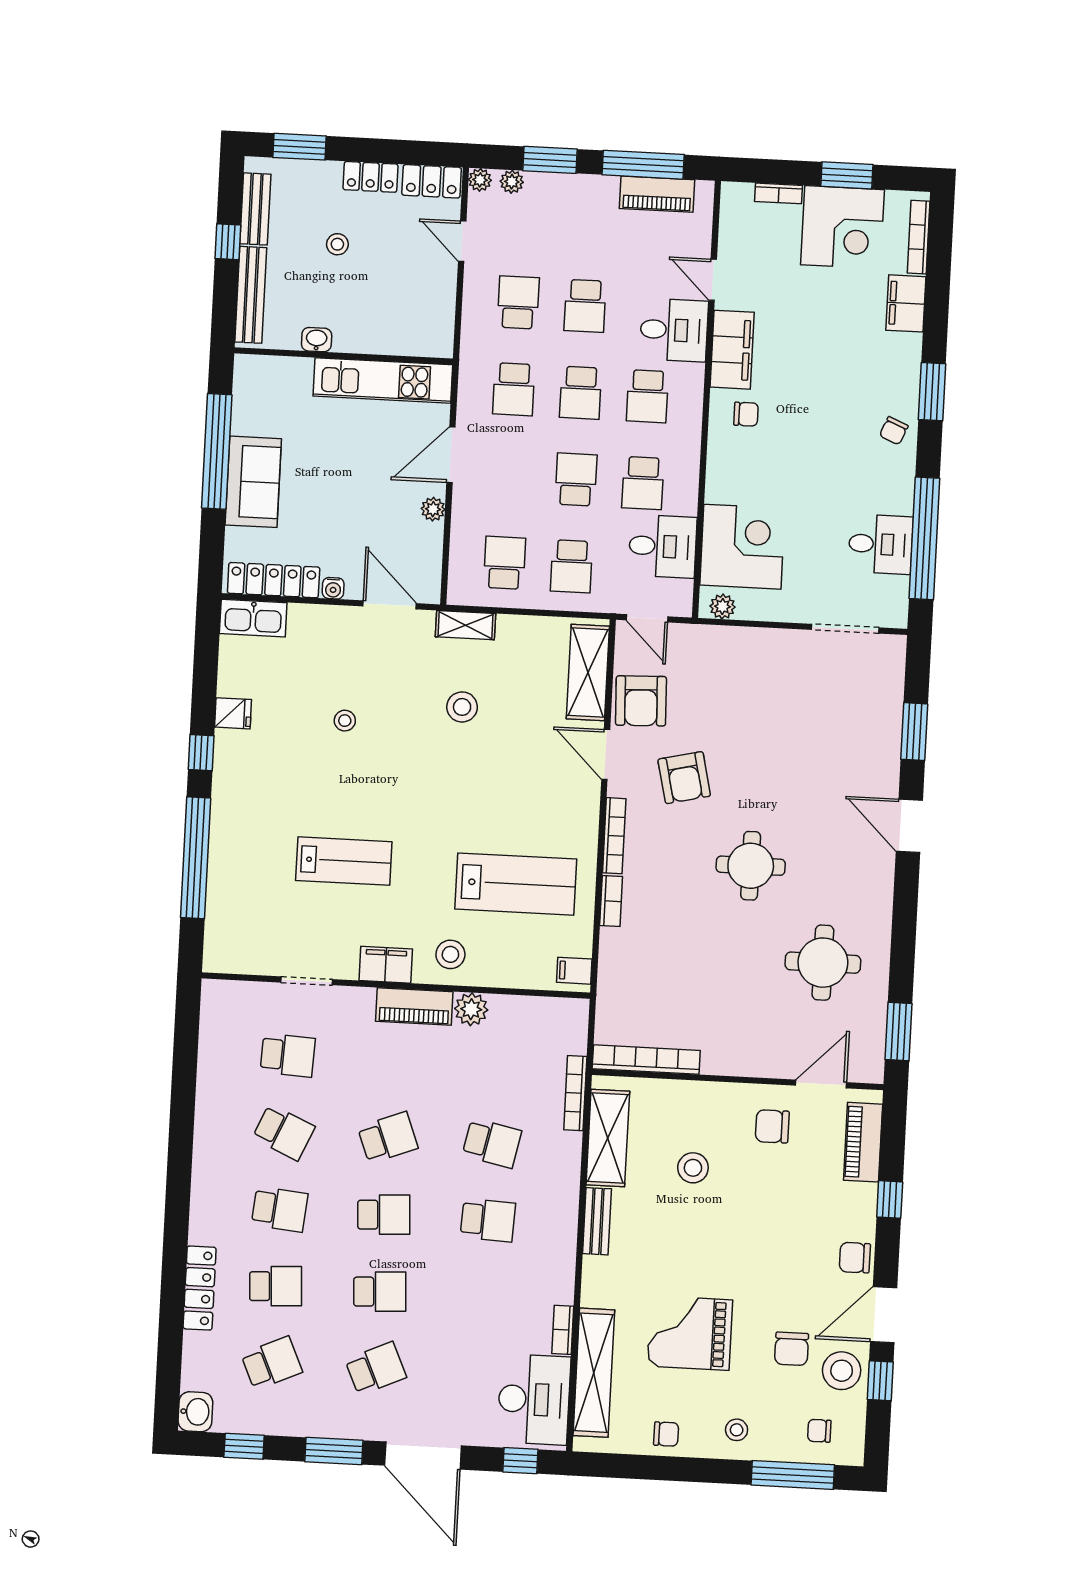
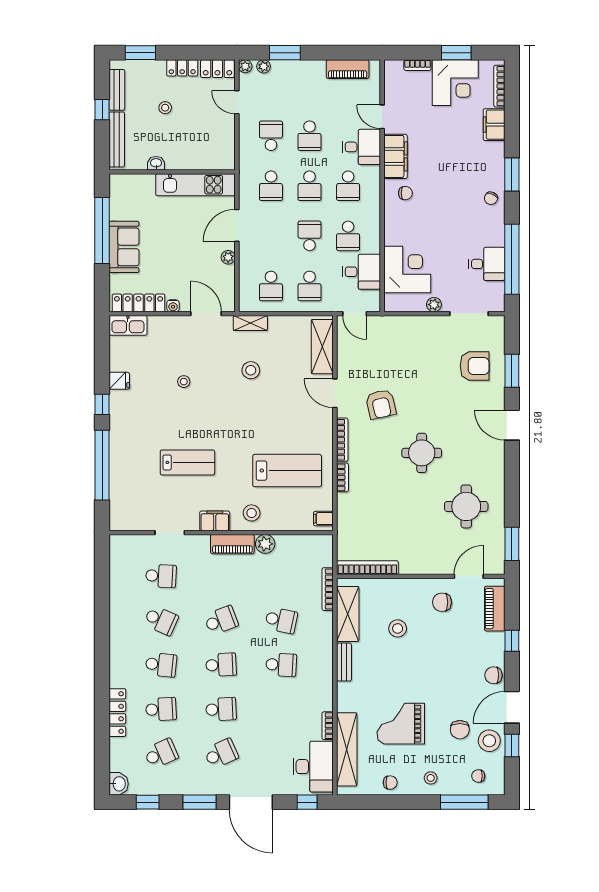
window: (643, 165) -> (339, 53), removed
school desk: (505, 563) -> (271, 286), turned 180
plant: (723, 607) -> (434, 305), moved
armchair: (641, 701) -> (475, 366), moved, turned -88

